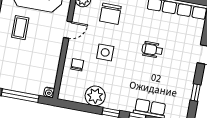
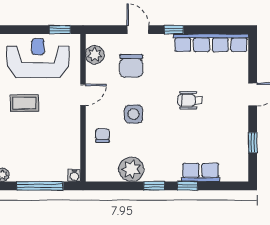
coffee table: (20, 28) -> (25, 103), turned 90

